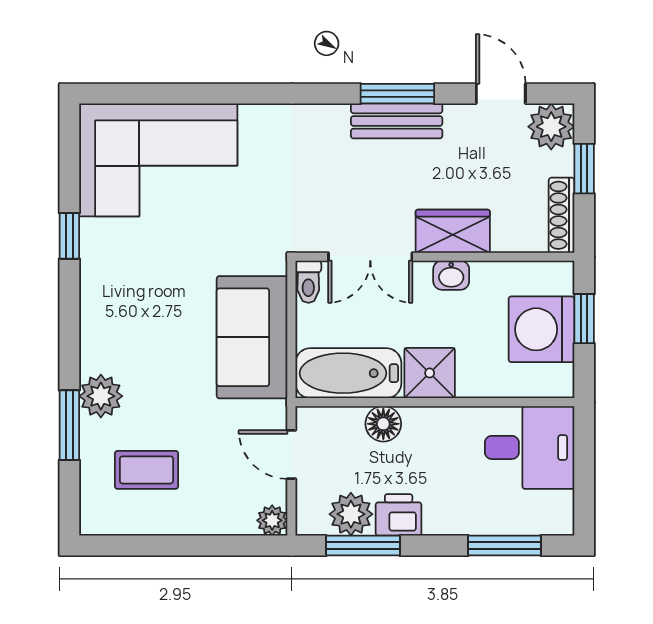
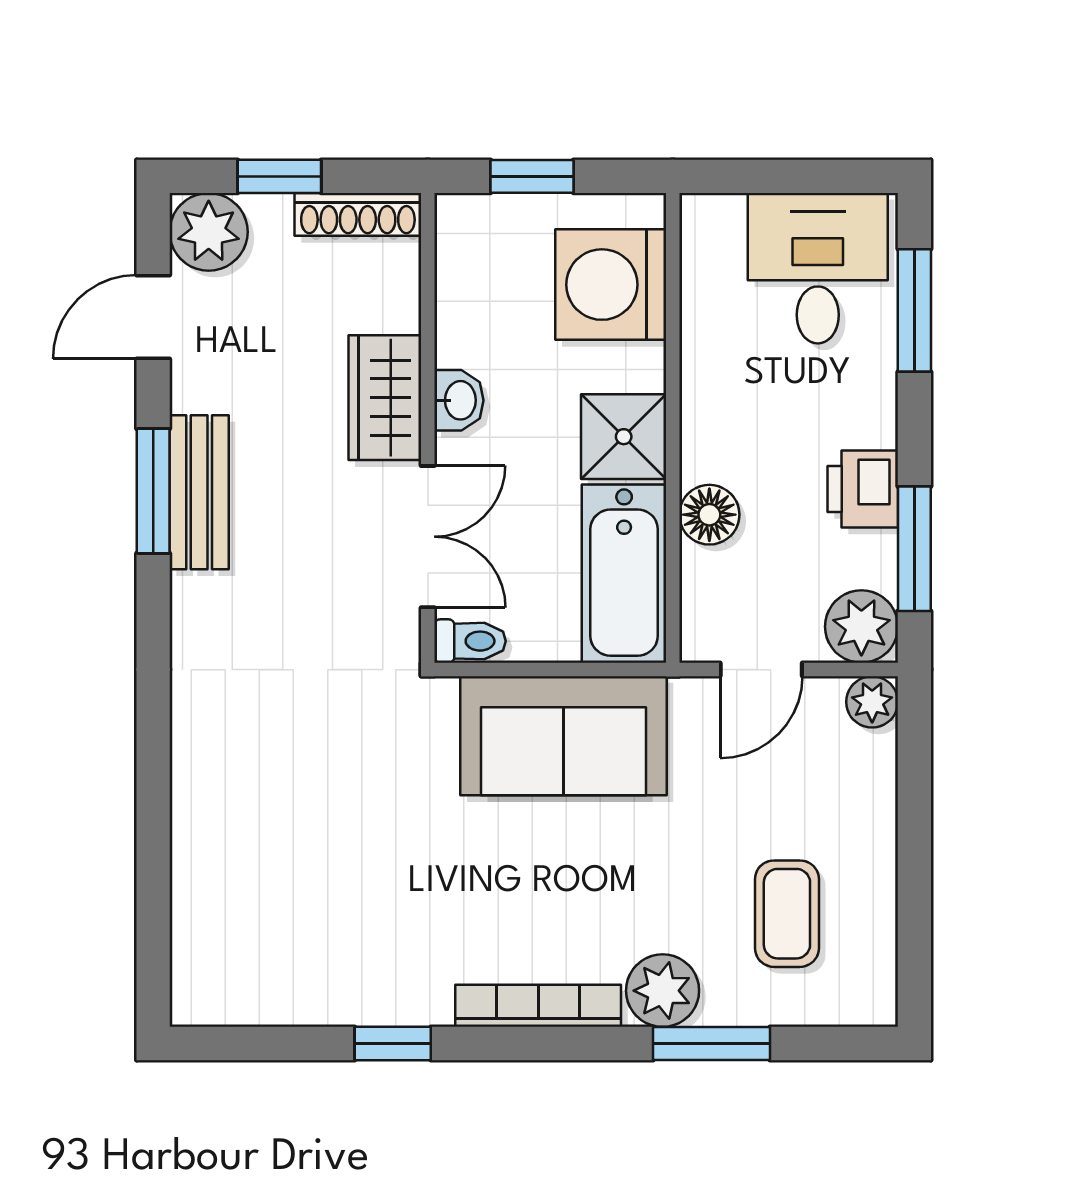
corner sofa: (158, 160) -> (265, 894), removed
bookcase: (92, 322) -> (538, 1006), added
washing machine: (541, 329) -> (611, 285), moved, turned 90
desk: (530, 447) -> (818, 268), moved
plant: (351, 514) -> (861, 627), moved

